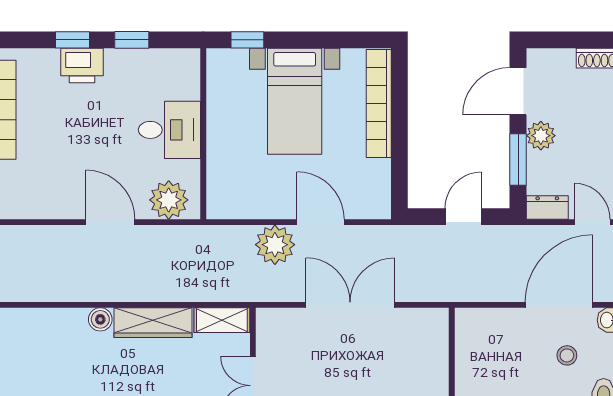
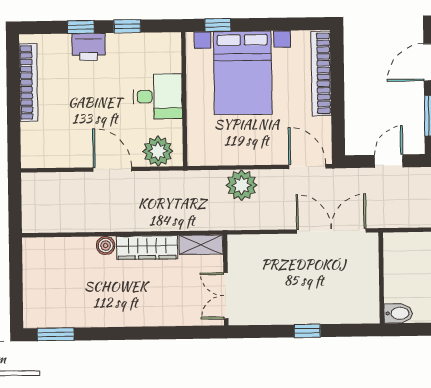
bed with nightstands: (295, 101) -> (243, 73), width x1.36
door: (321, 222) -> (307, 166), moved
double door: (350, 305) -> (331, 231), moved

